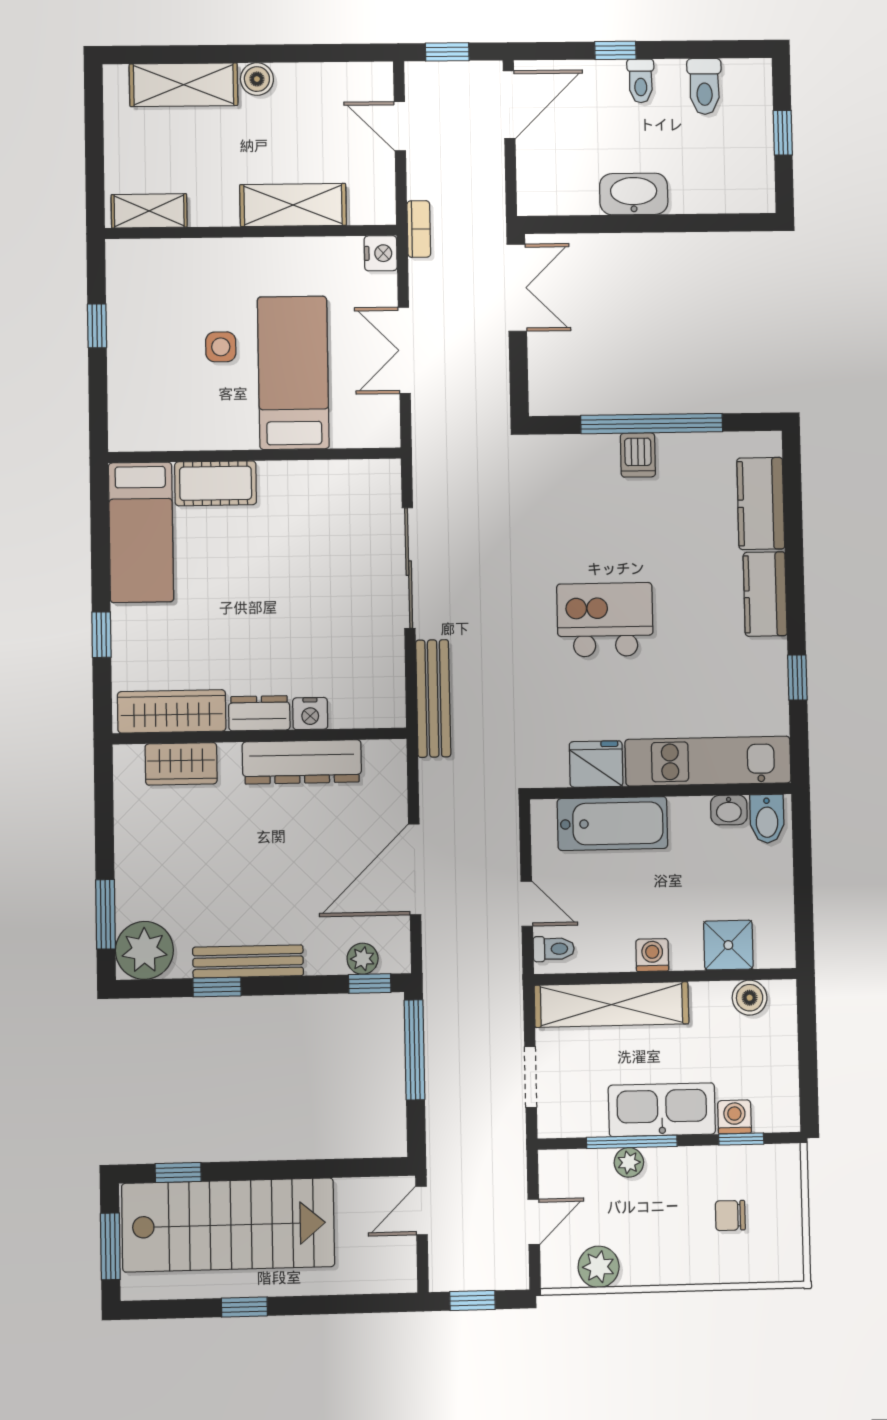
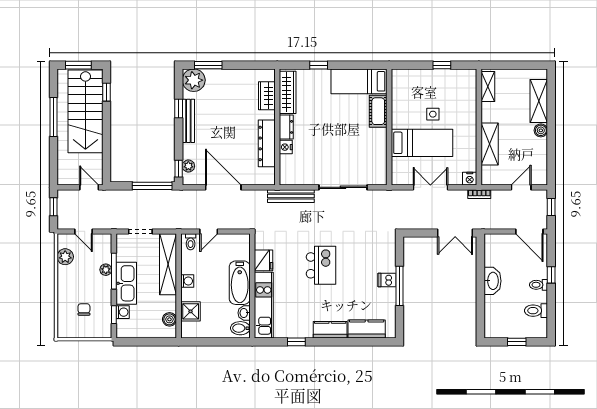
window: (652, 424) -> (399, 286), width x0.68
bathtub: (612, 823) -> (240, 283), moved
window: (244, 1307) -> (53, 117), width x2.17

